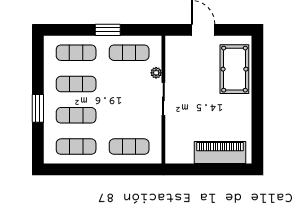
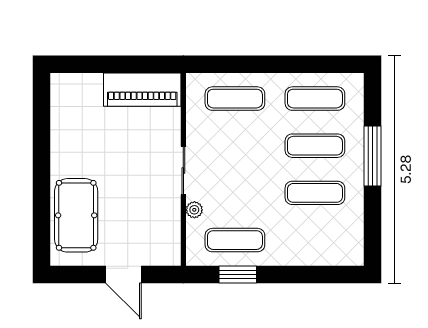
window: (108, 30) -> (238, 274), moved
exercise mat: (76, 53) -> (315, 240), removed
window: (38, 108) -> (373, 156), width x1.44
piano: (220, 153) -> (142, 90), moved

